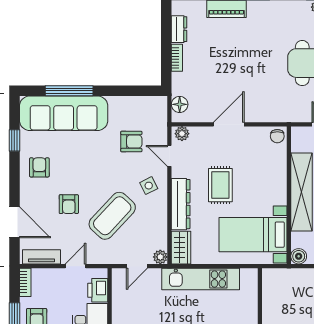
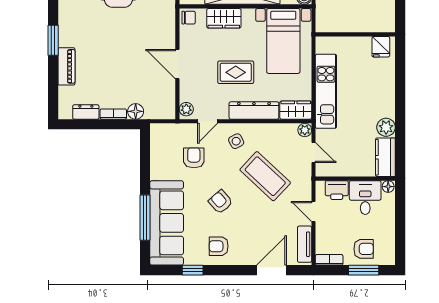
floor lamp: (180, 104) -> (136, 111), moved
wardrobe: (277, 173) -> (224, 18), added
armchair: (69, 204) -> (221, 202), moved, turned -131

